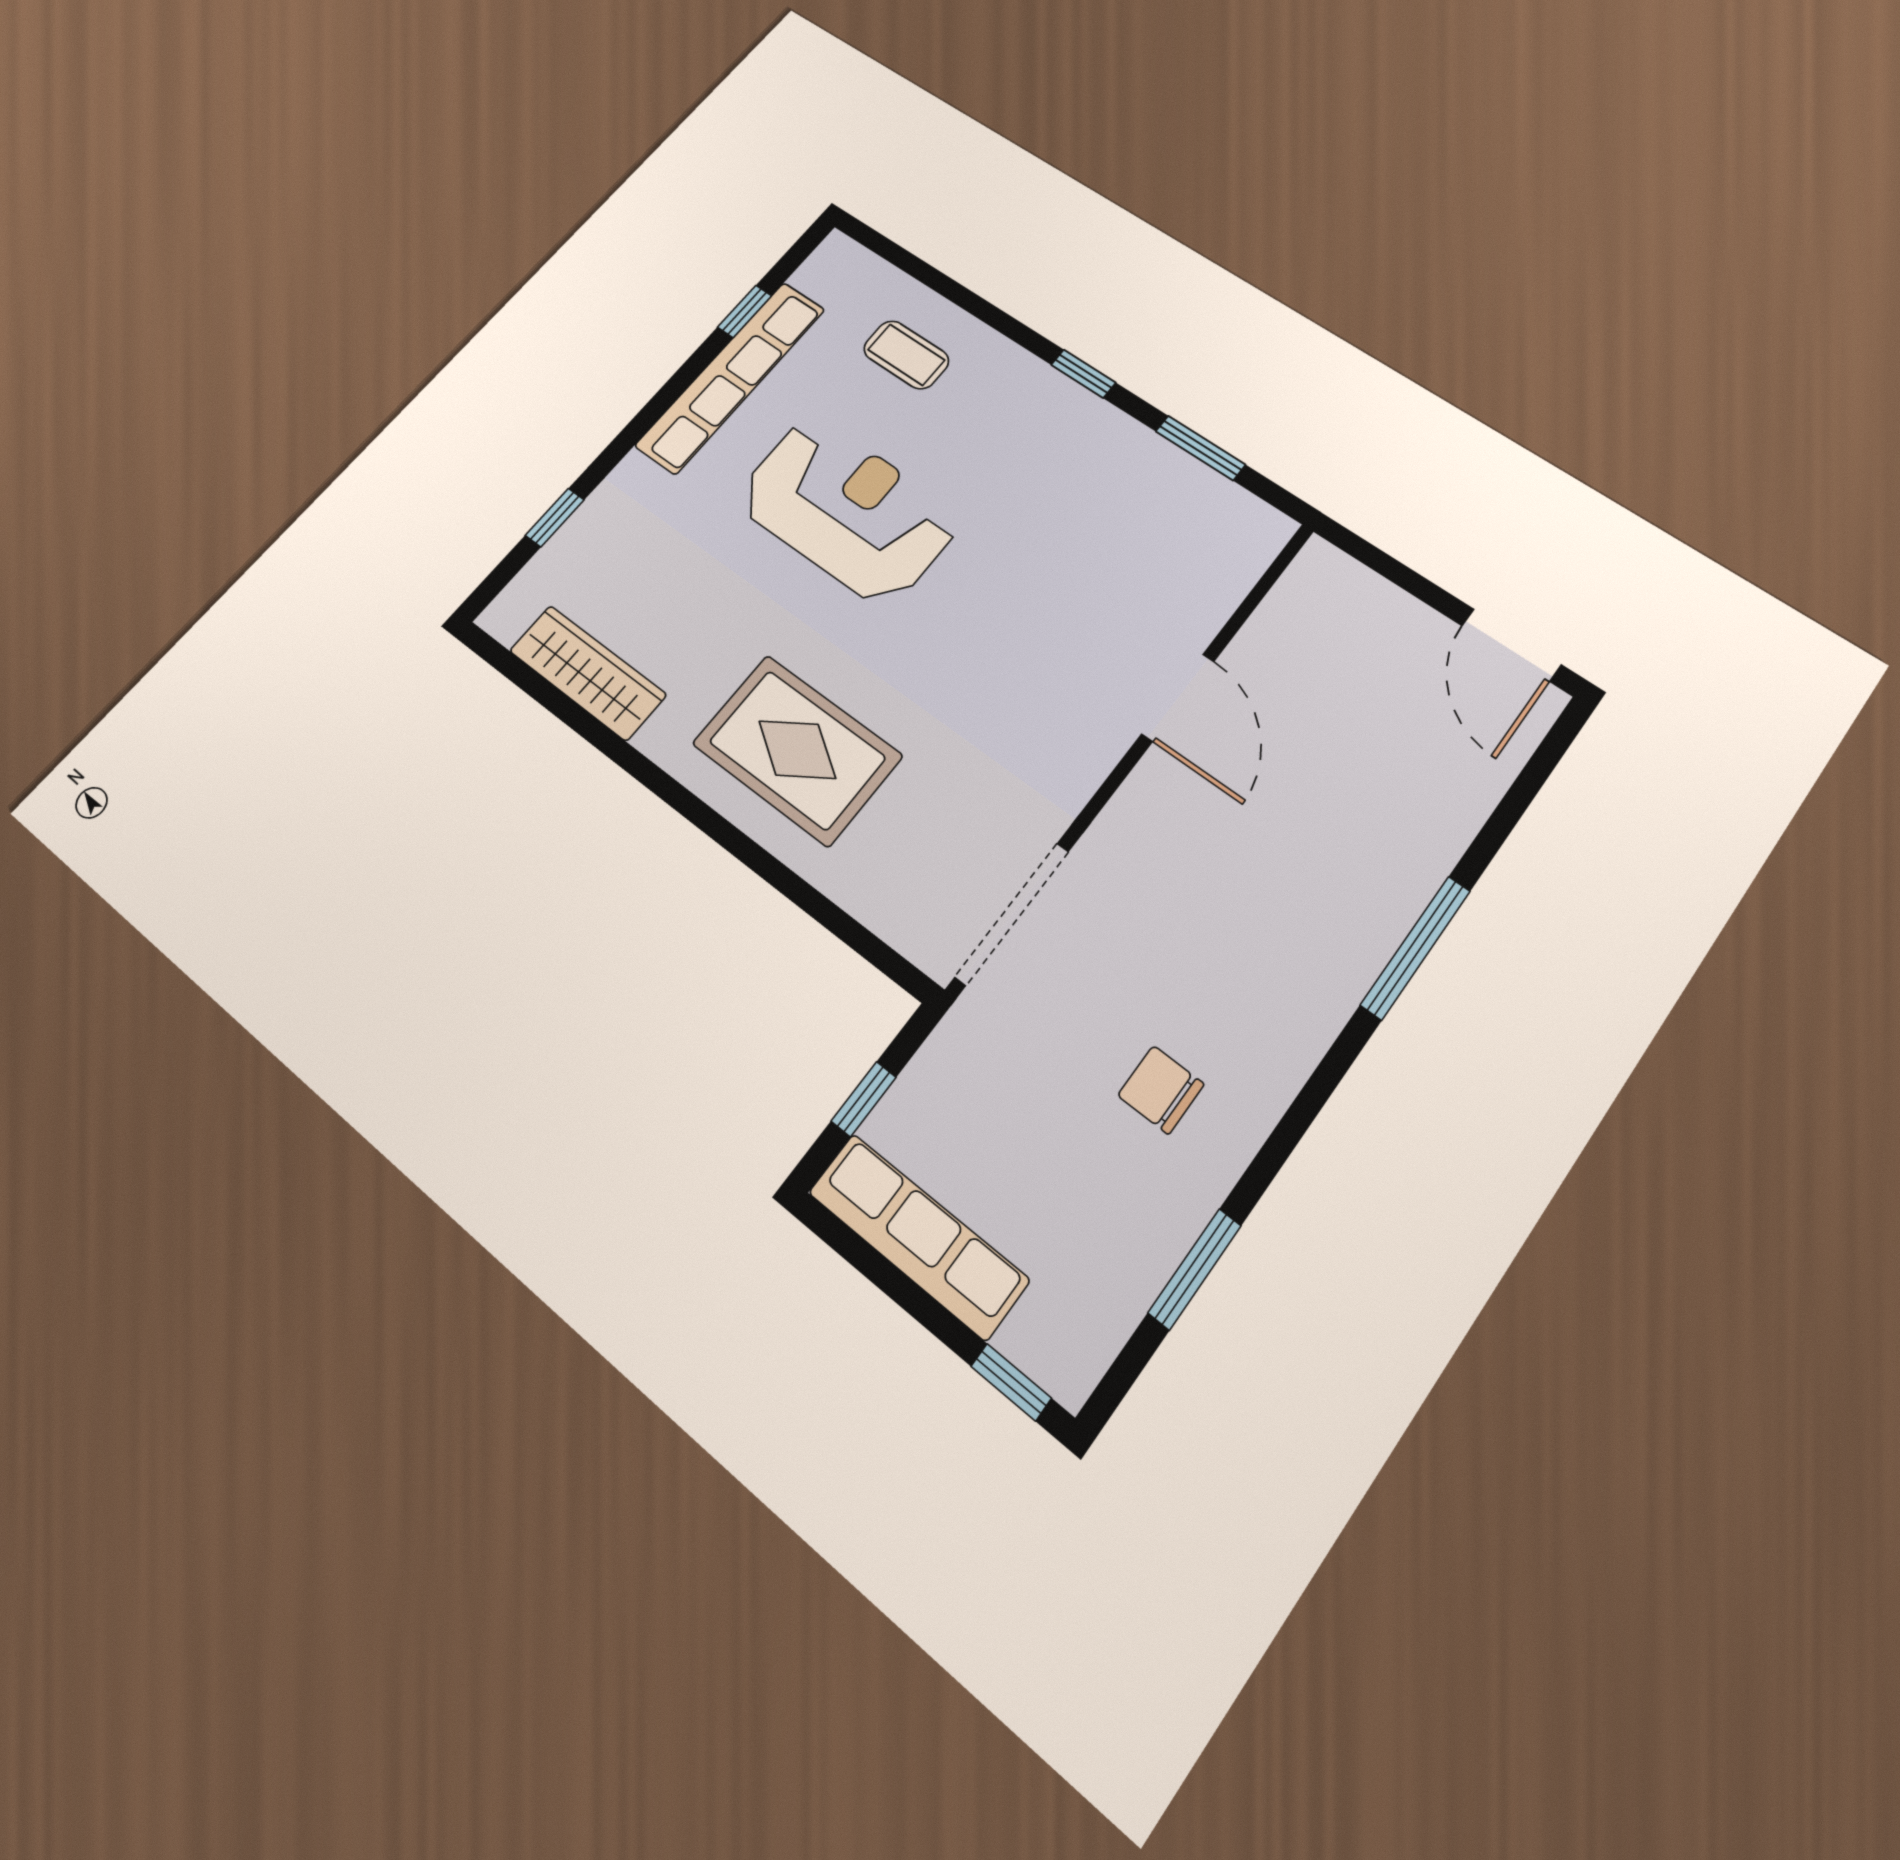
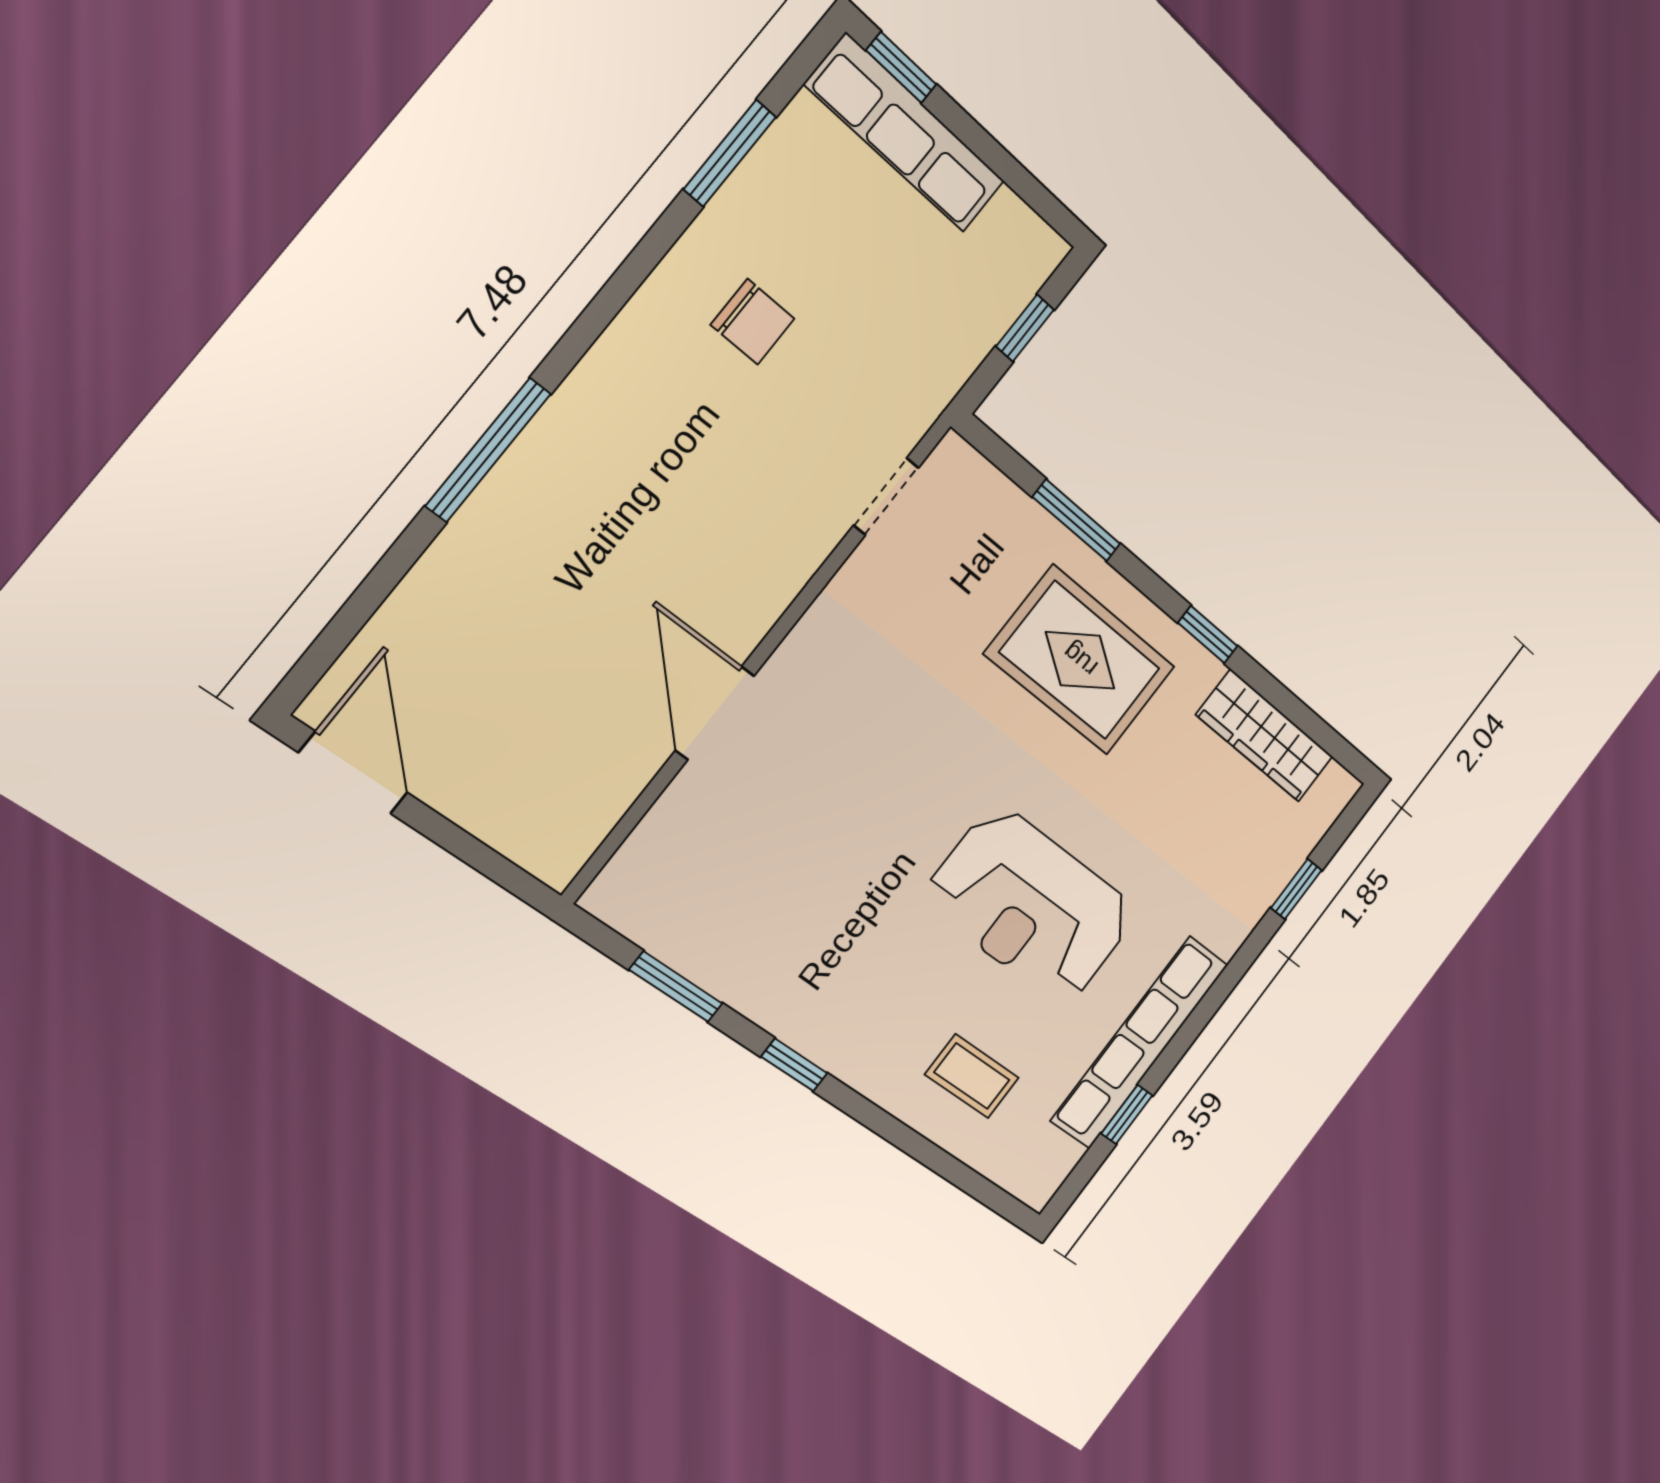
window: (653, 777) -> (1208, 634), added
window: (803, 894) -> (1077, 520), added
doorway: (1012, 914) -> (886, 496), width x0.53
row of seats: (918, 1236) -> (906, 133), moved

